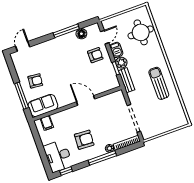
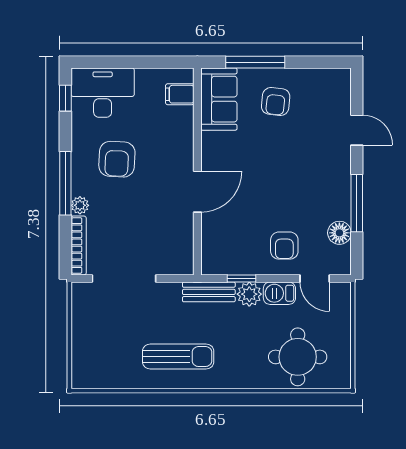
door: (23, 46) -> (357, 130), moved

